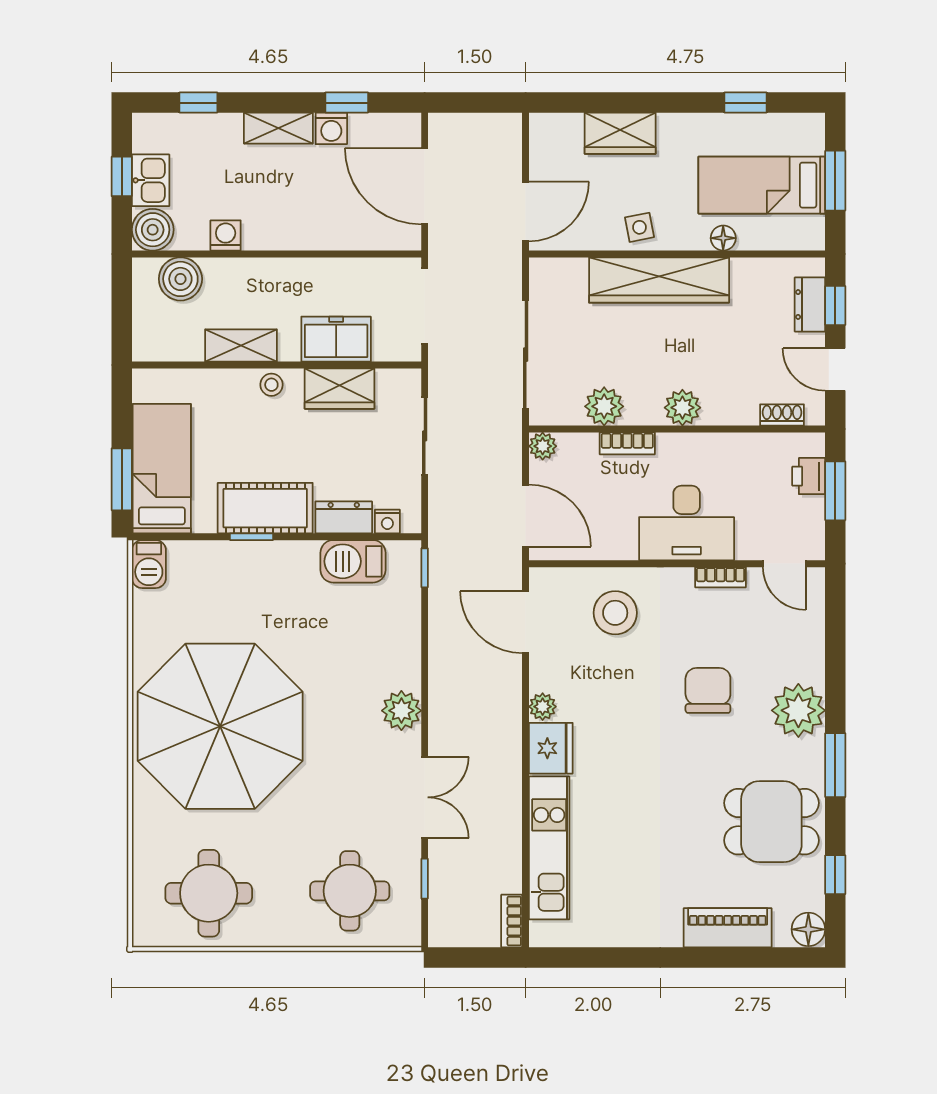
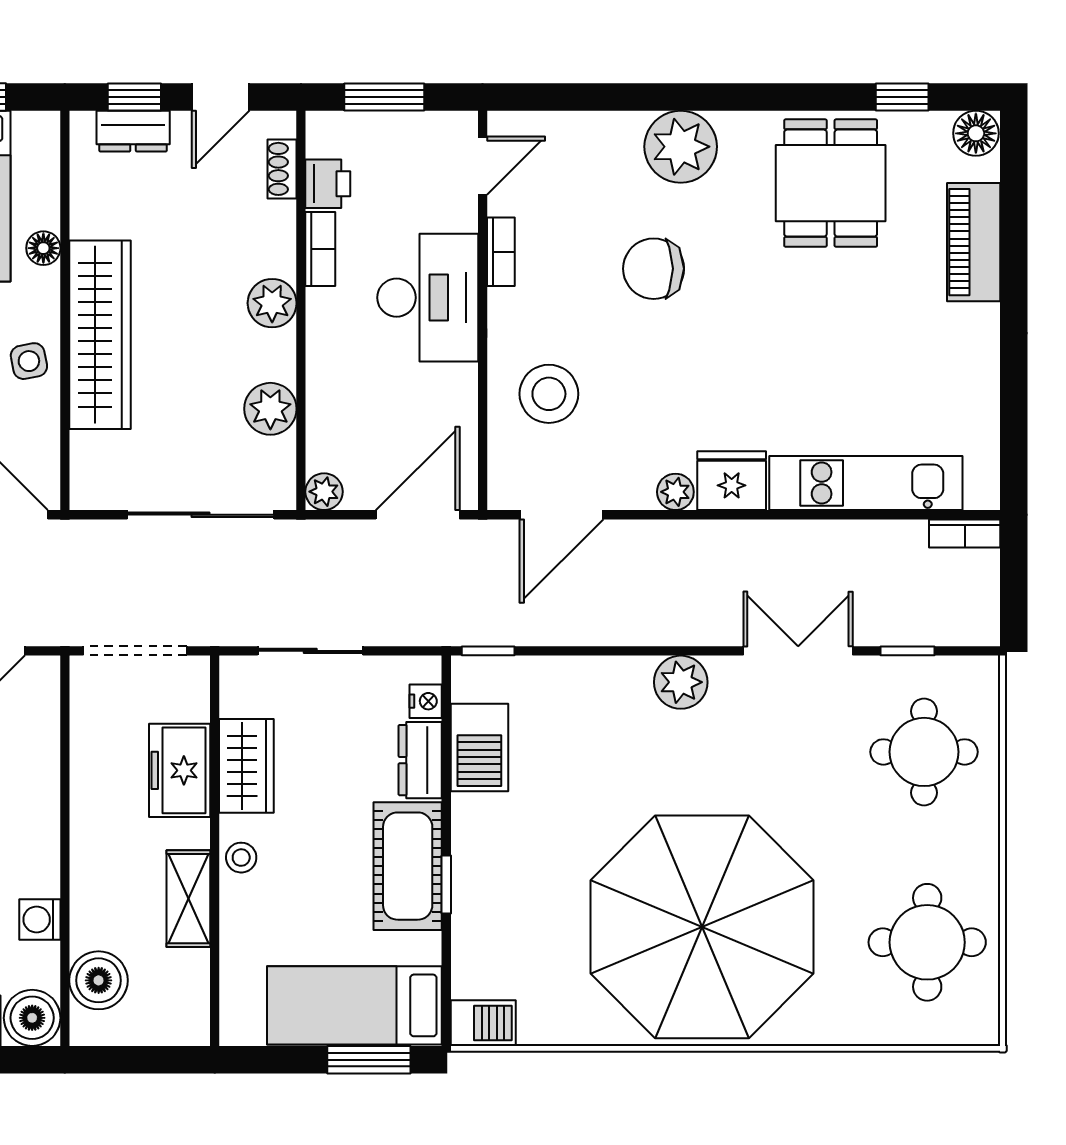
bookcase: (627, 443) -> (320, 249), moved
printer: (809, 476) -> (328, 184), moved, turned -90
window: (835, 765) -> (754, 97), removed

